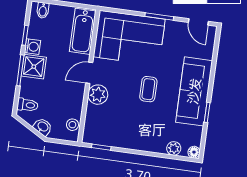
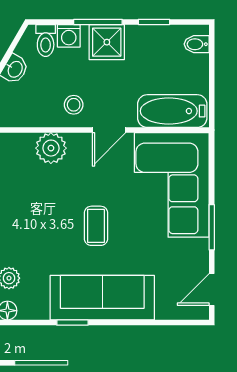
washing machine: (32, 47) -> (69, 36), moved
door: (89, 73) -> (109, 130), swing flipped
coffee table: (148, 89) -> (96, 226), turned 90
plant: (98, 95) -> (51, 148), moved
stool: (72, 125) -> (74, 105), moved

